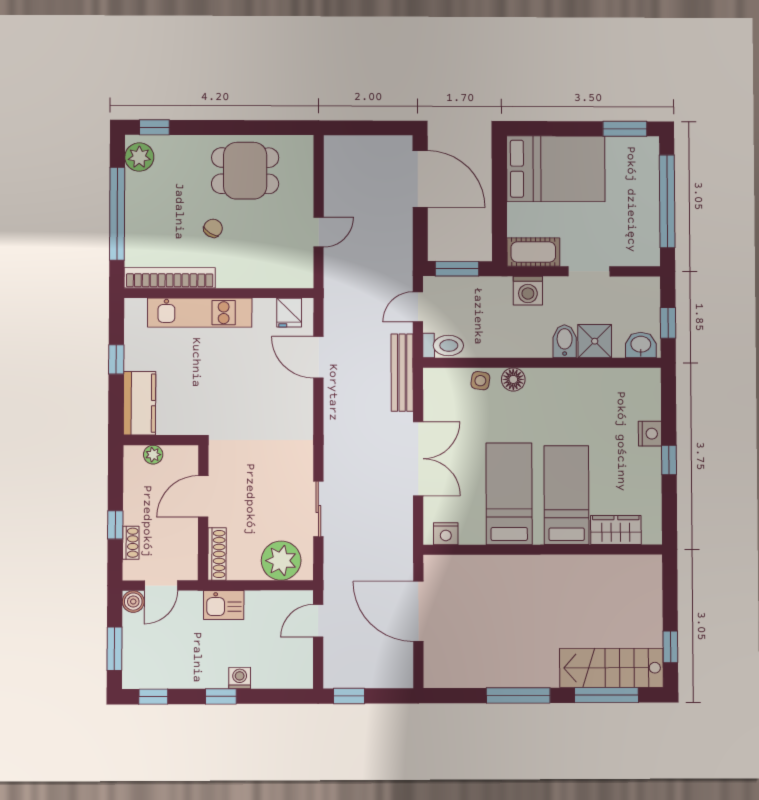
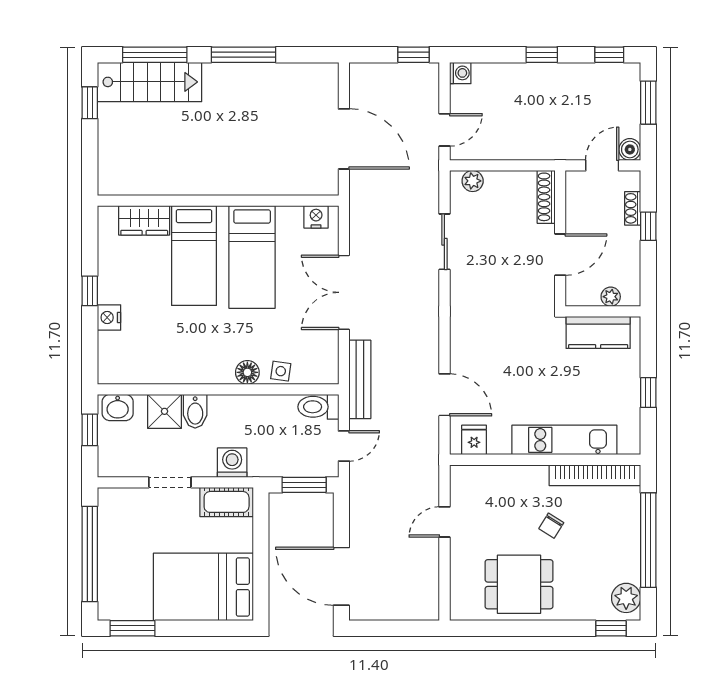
kitchen counter: (139, 403) -> (598, 332), moved, turned -90
plant: (281, 561) -> (473, 181), width x0.53, depth x0.53
kitchen sink: (224, 605) -> (539, 146), removed
washing machine: (240, 678) -> (460, 73), moved, turned -90

